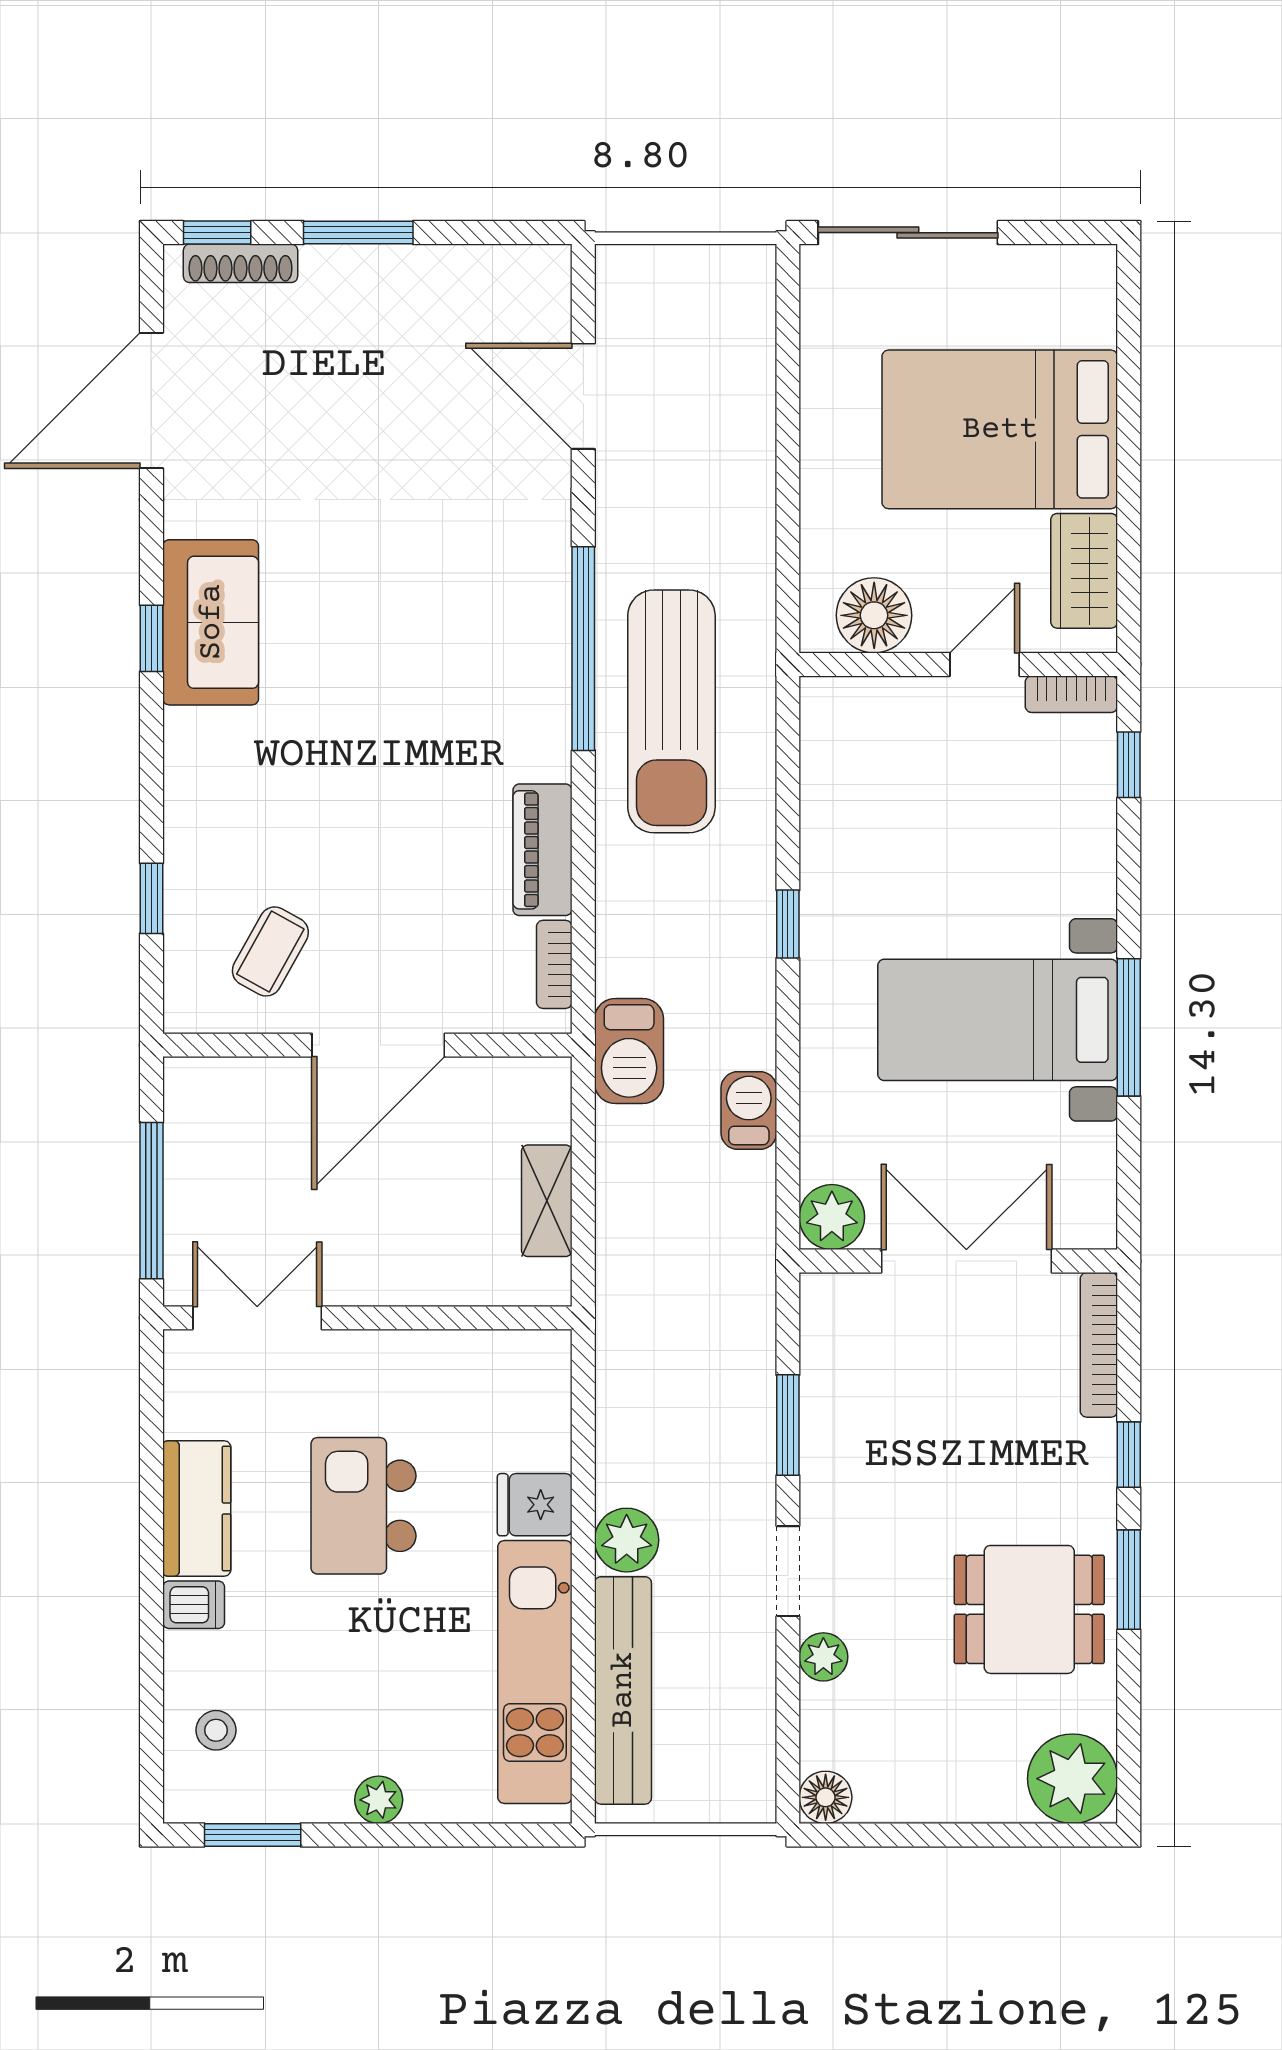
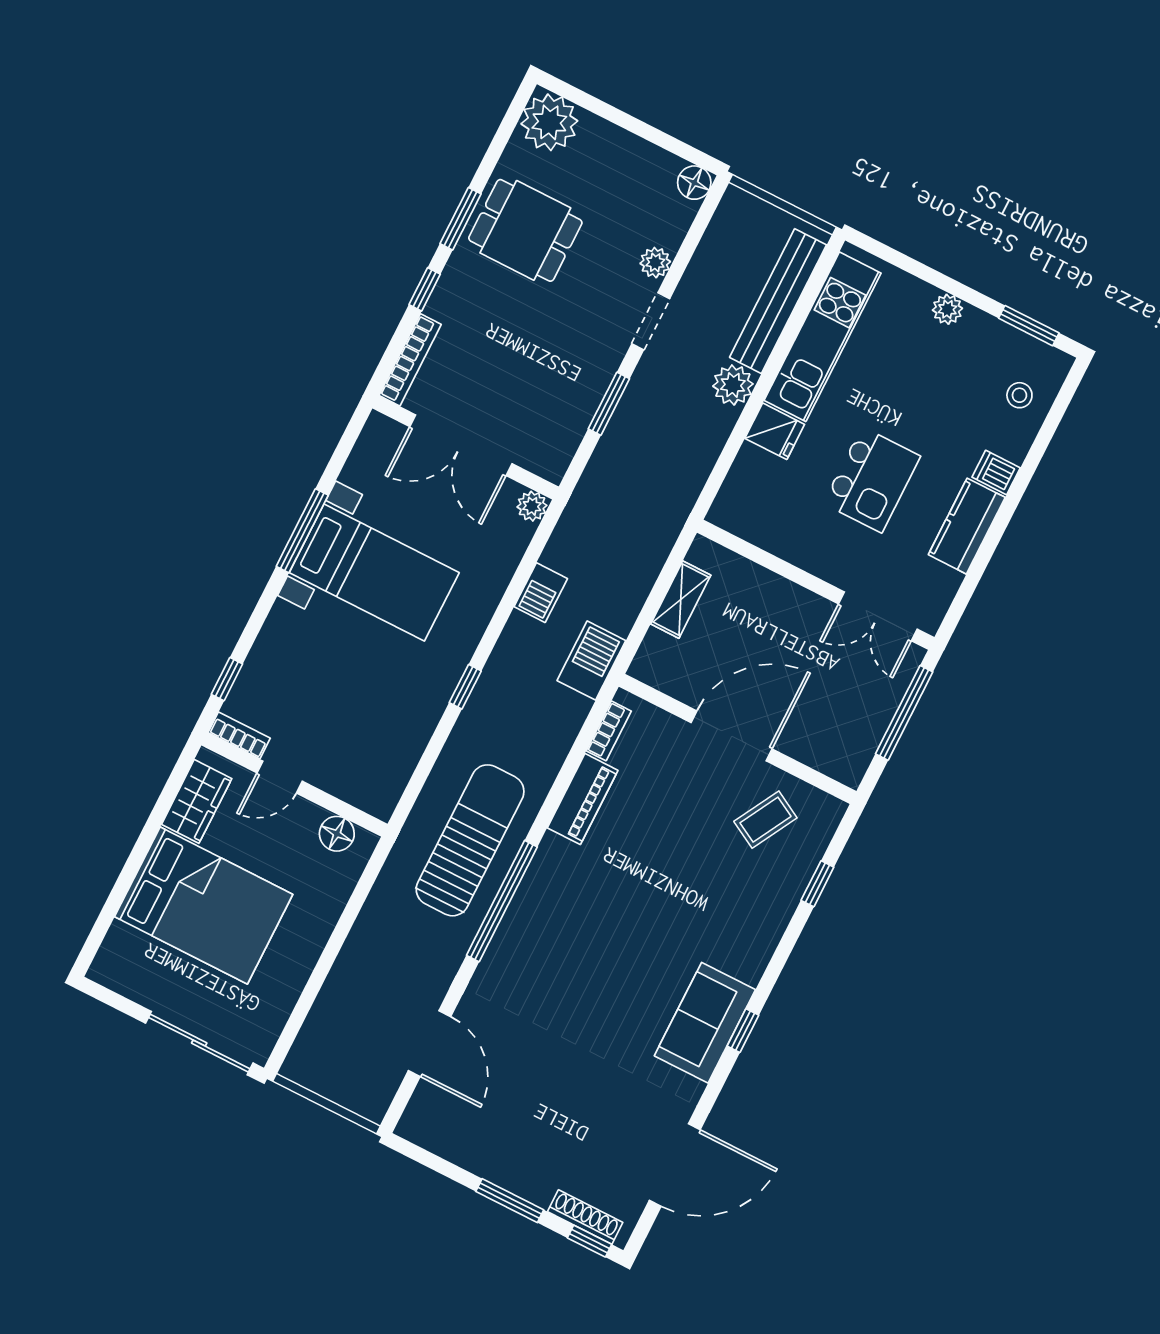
floor lamp: (874, 615) -> (337, 834), width x0.73, depth x0.73
plant: (832, 1217) -> (532, 506), width x0.73, depth x0.73

